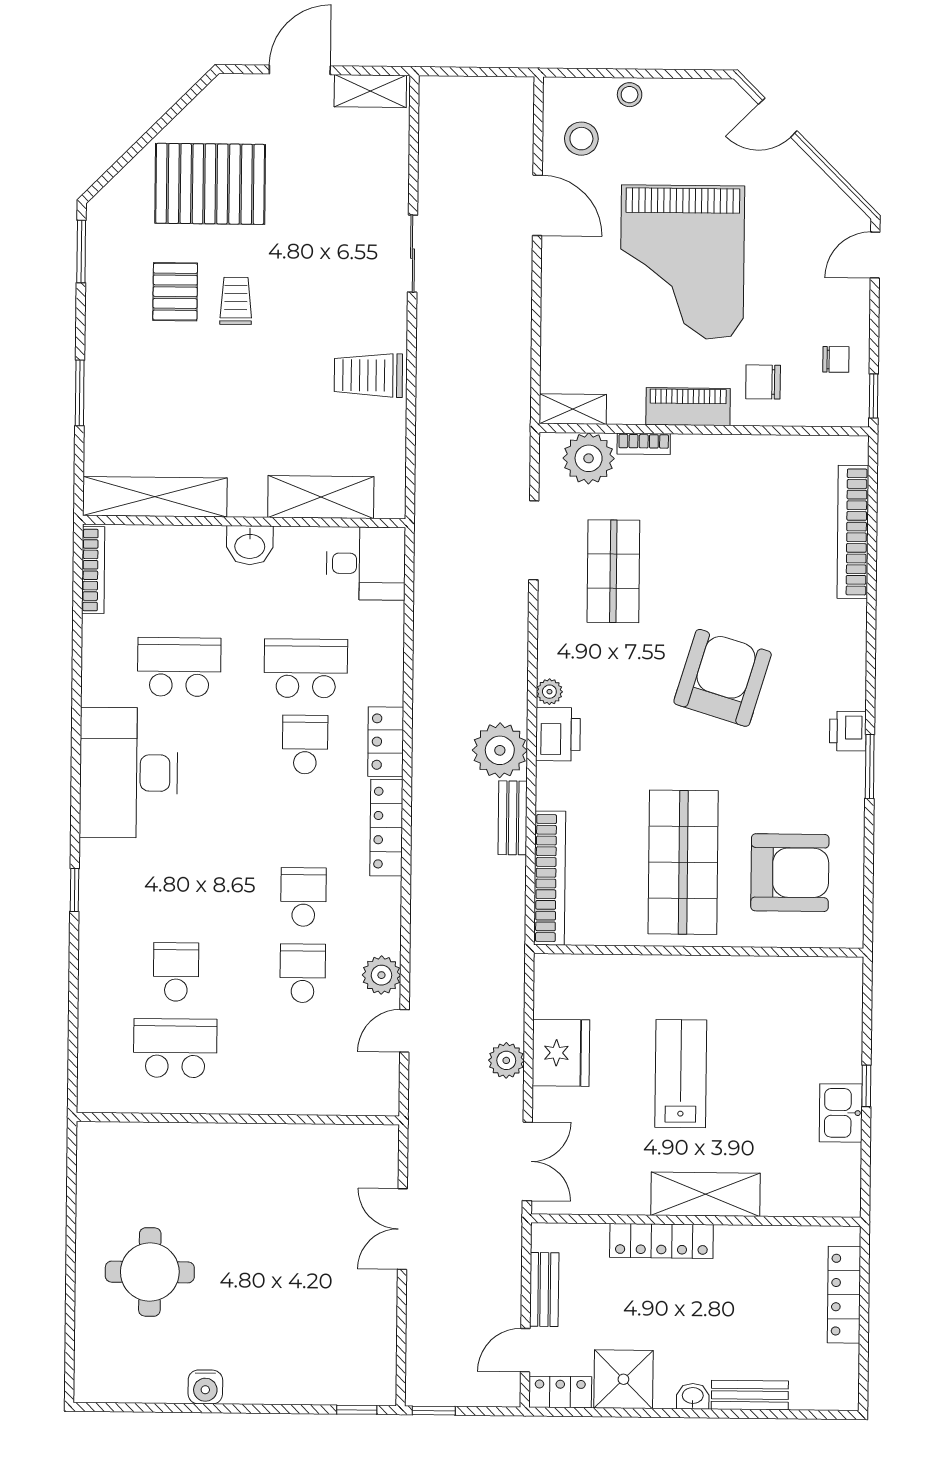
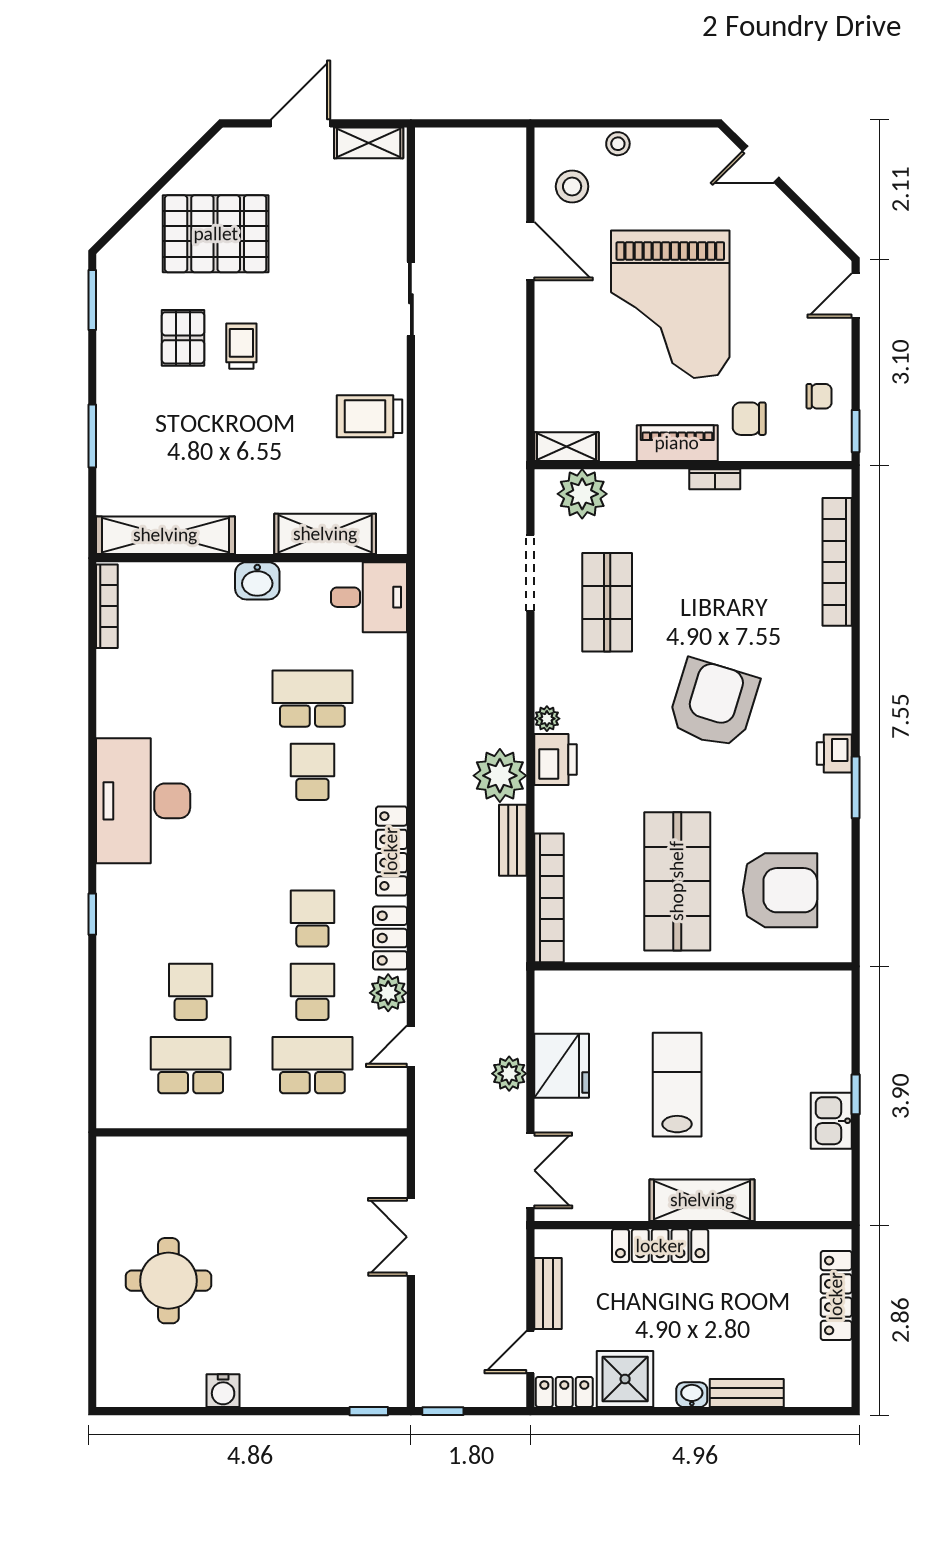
bookcase: (644, 444) -> (715, 479), moved
school desk: (179, 667) -> (312, 1065), moved
locker: (386, 742) -> (390, 938), moved

